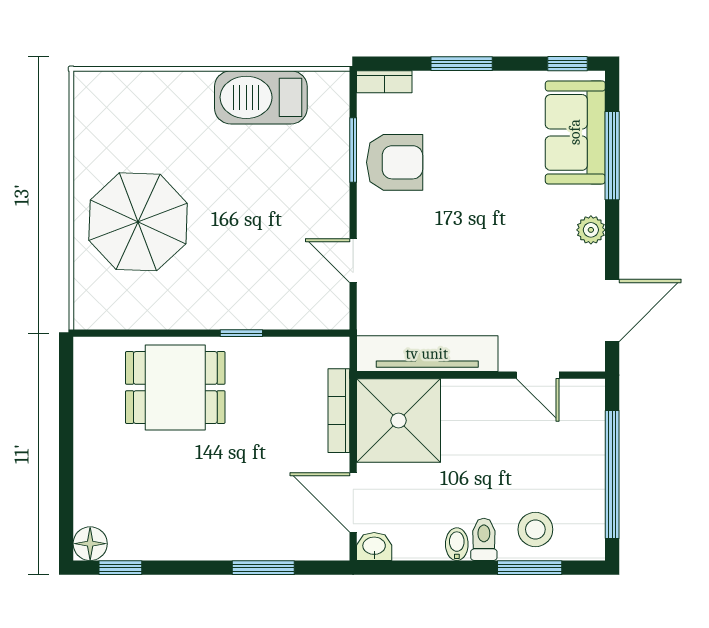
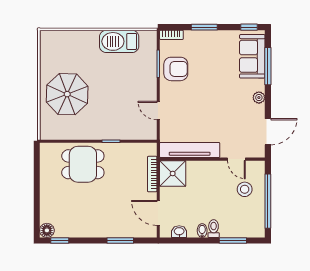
shower: (398, 421) -> (173, 173), width x0.73, depth x0.73
stool: (535, 529) -> (245, 189), moved
washbasin: (374, 547) -> (179, 232), moved

